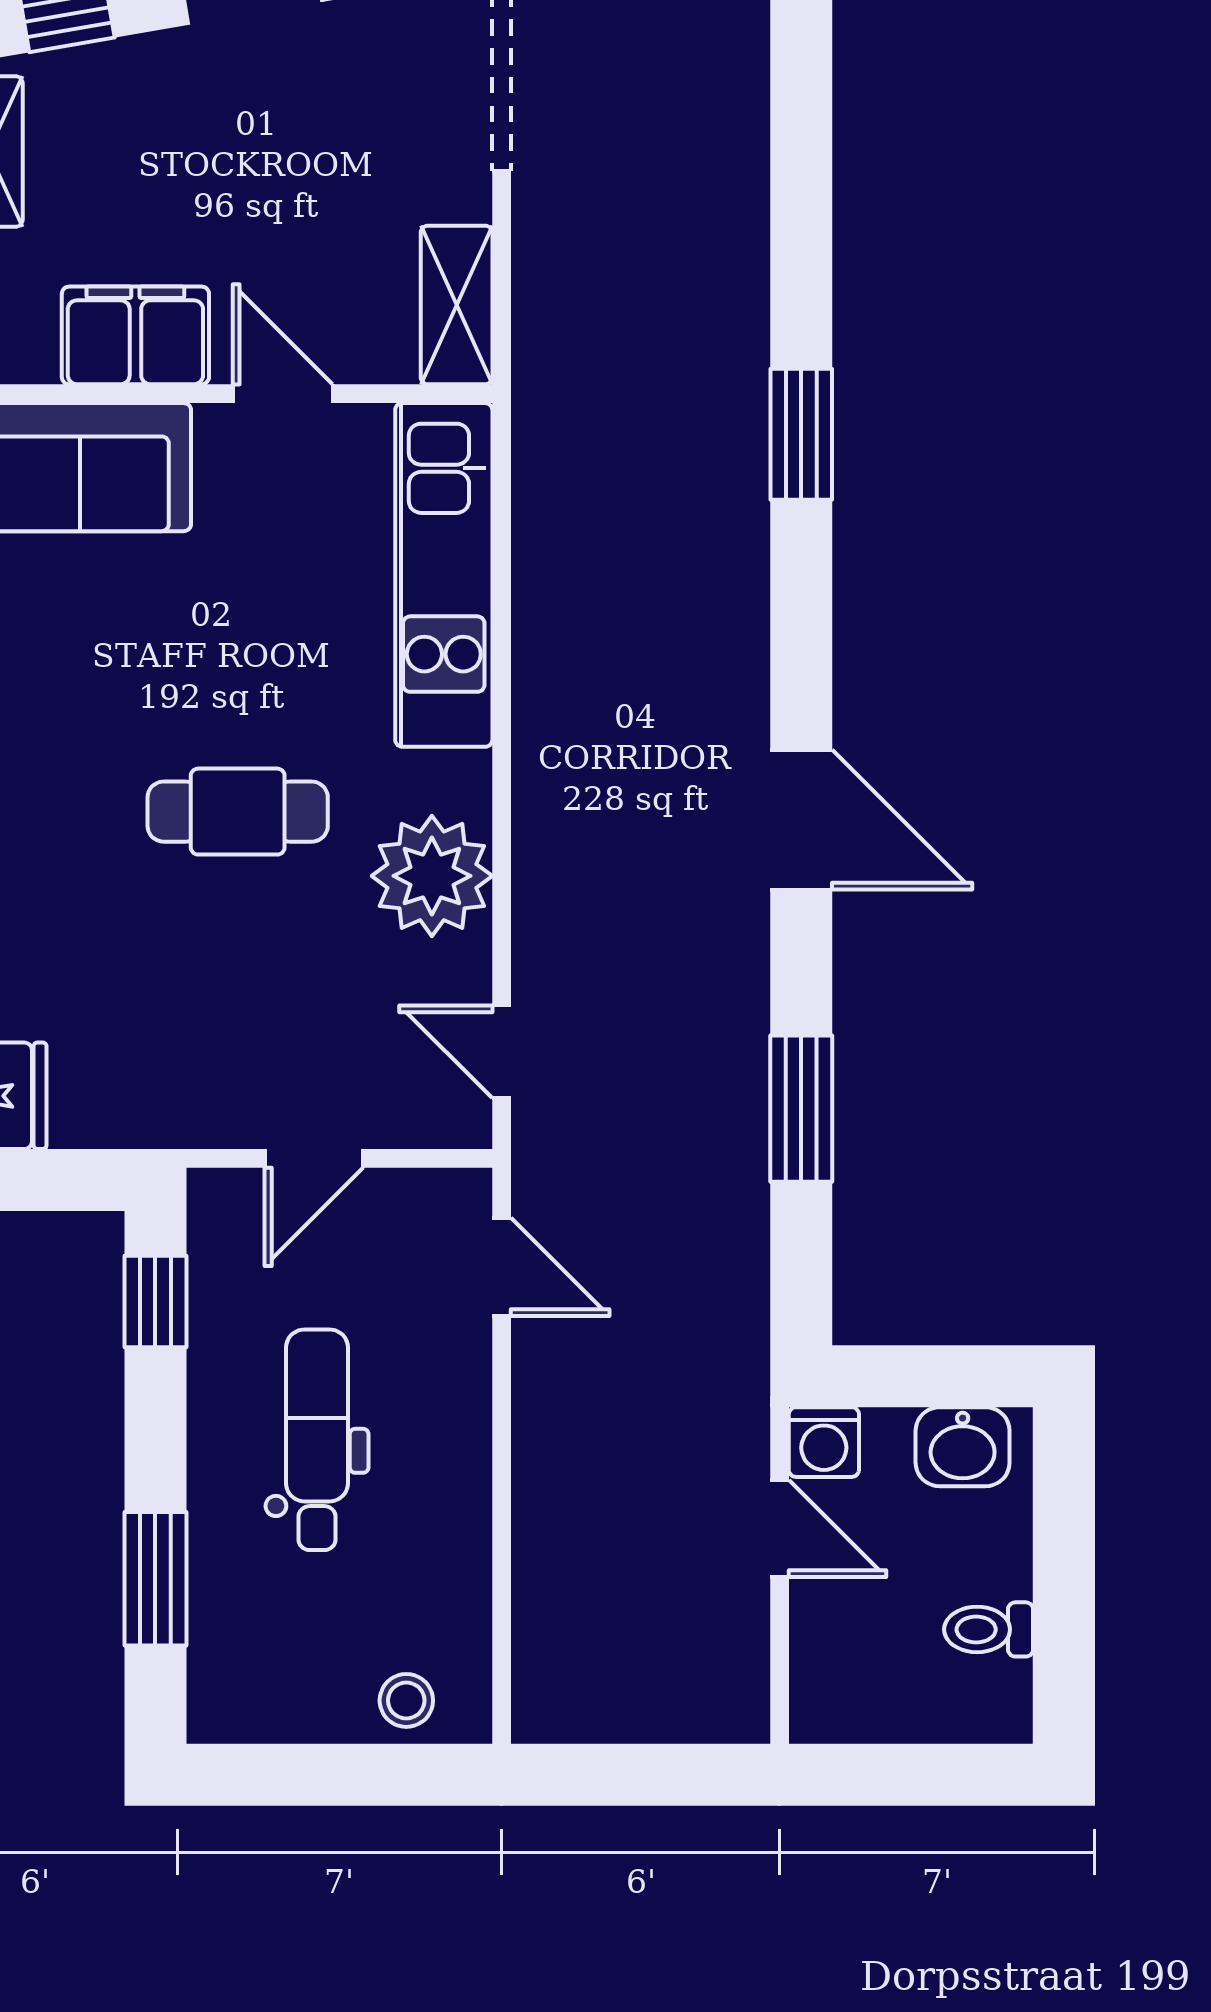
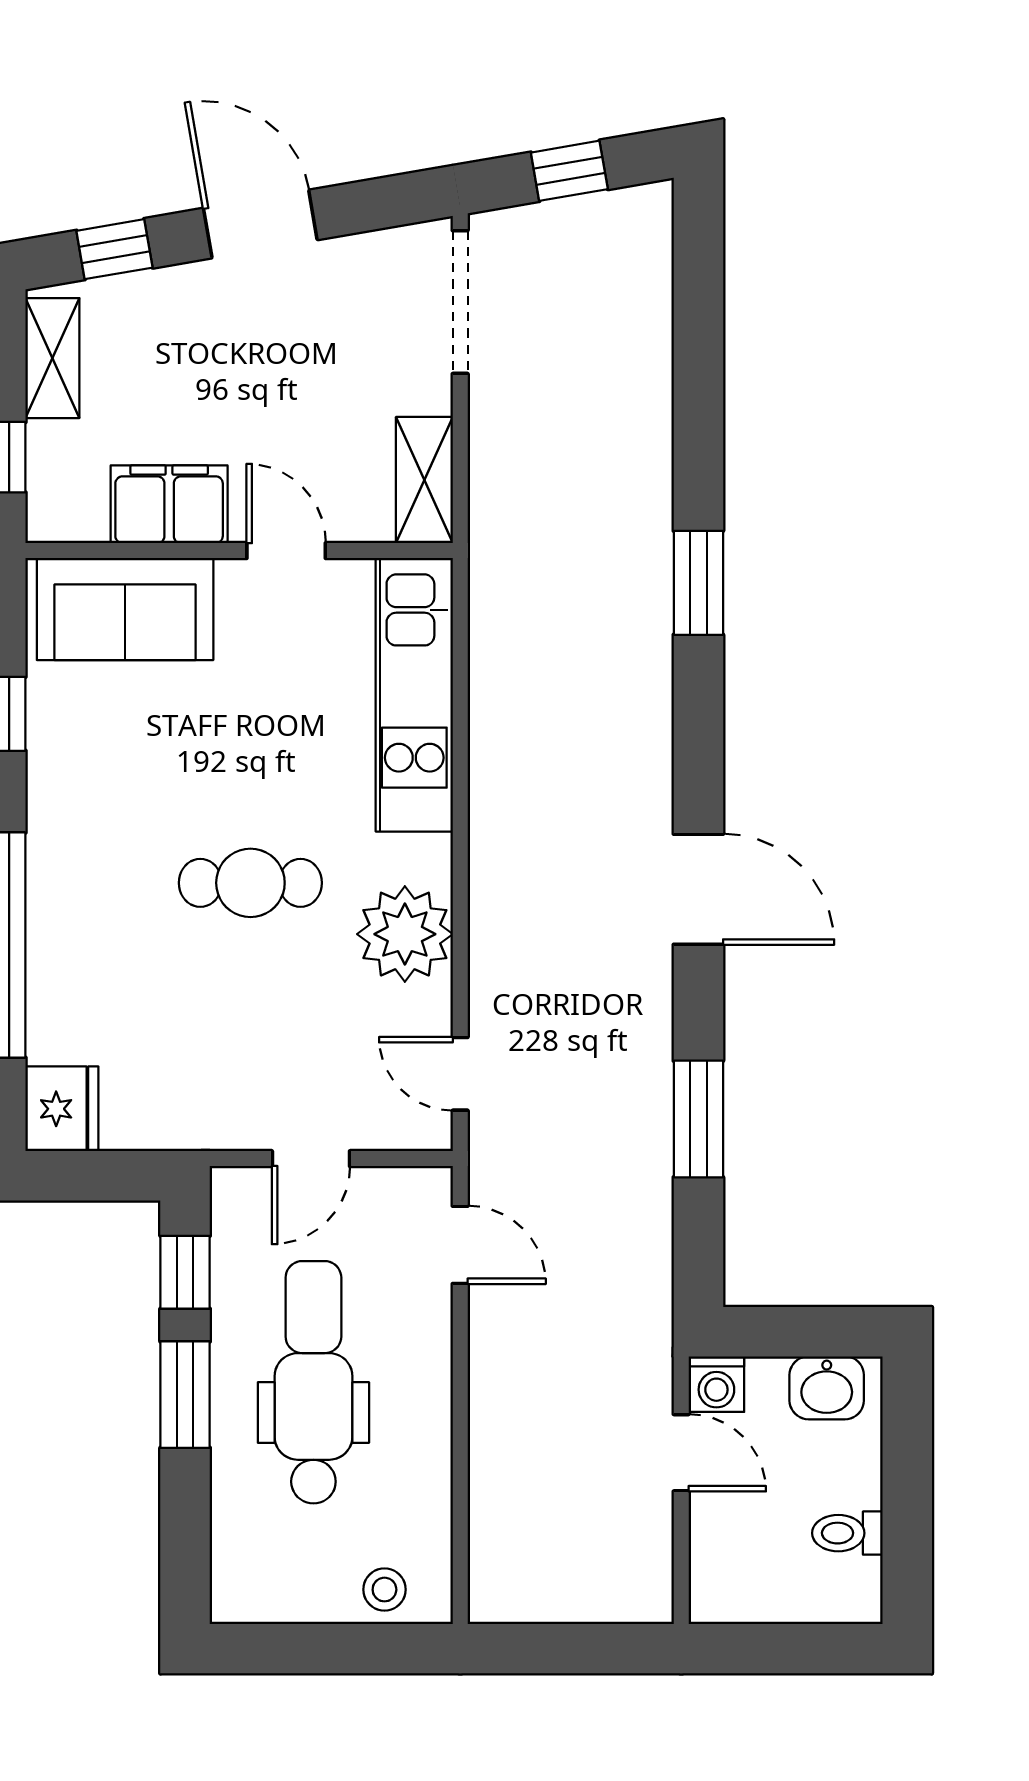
dental chair: (317, 1440) -> (313, 1382), width x1.36, depth x1.38
window: (155, 1579) -> (185, 1395), moved

